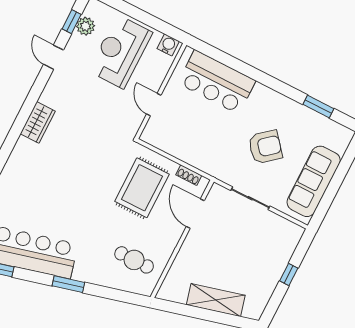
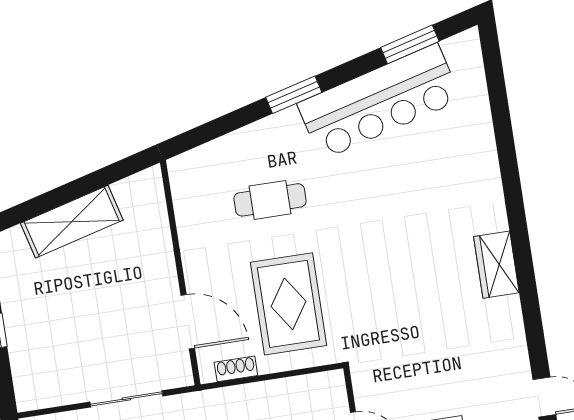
wardrobe: (38, 122) -> (496, 265), moved
cafe table: (134, 260) -> (270, 200), moved

